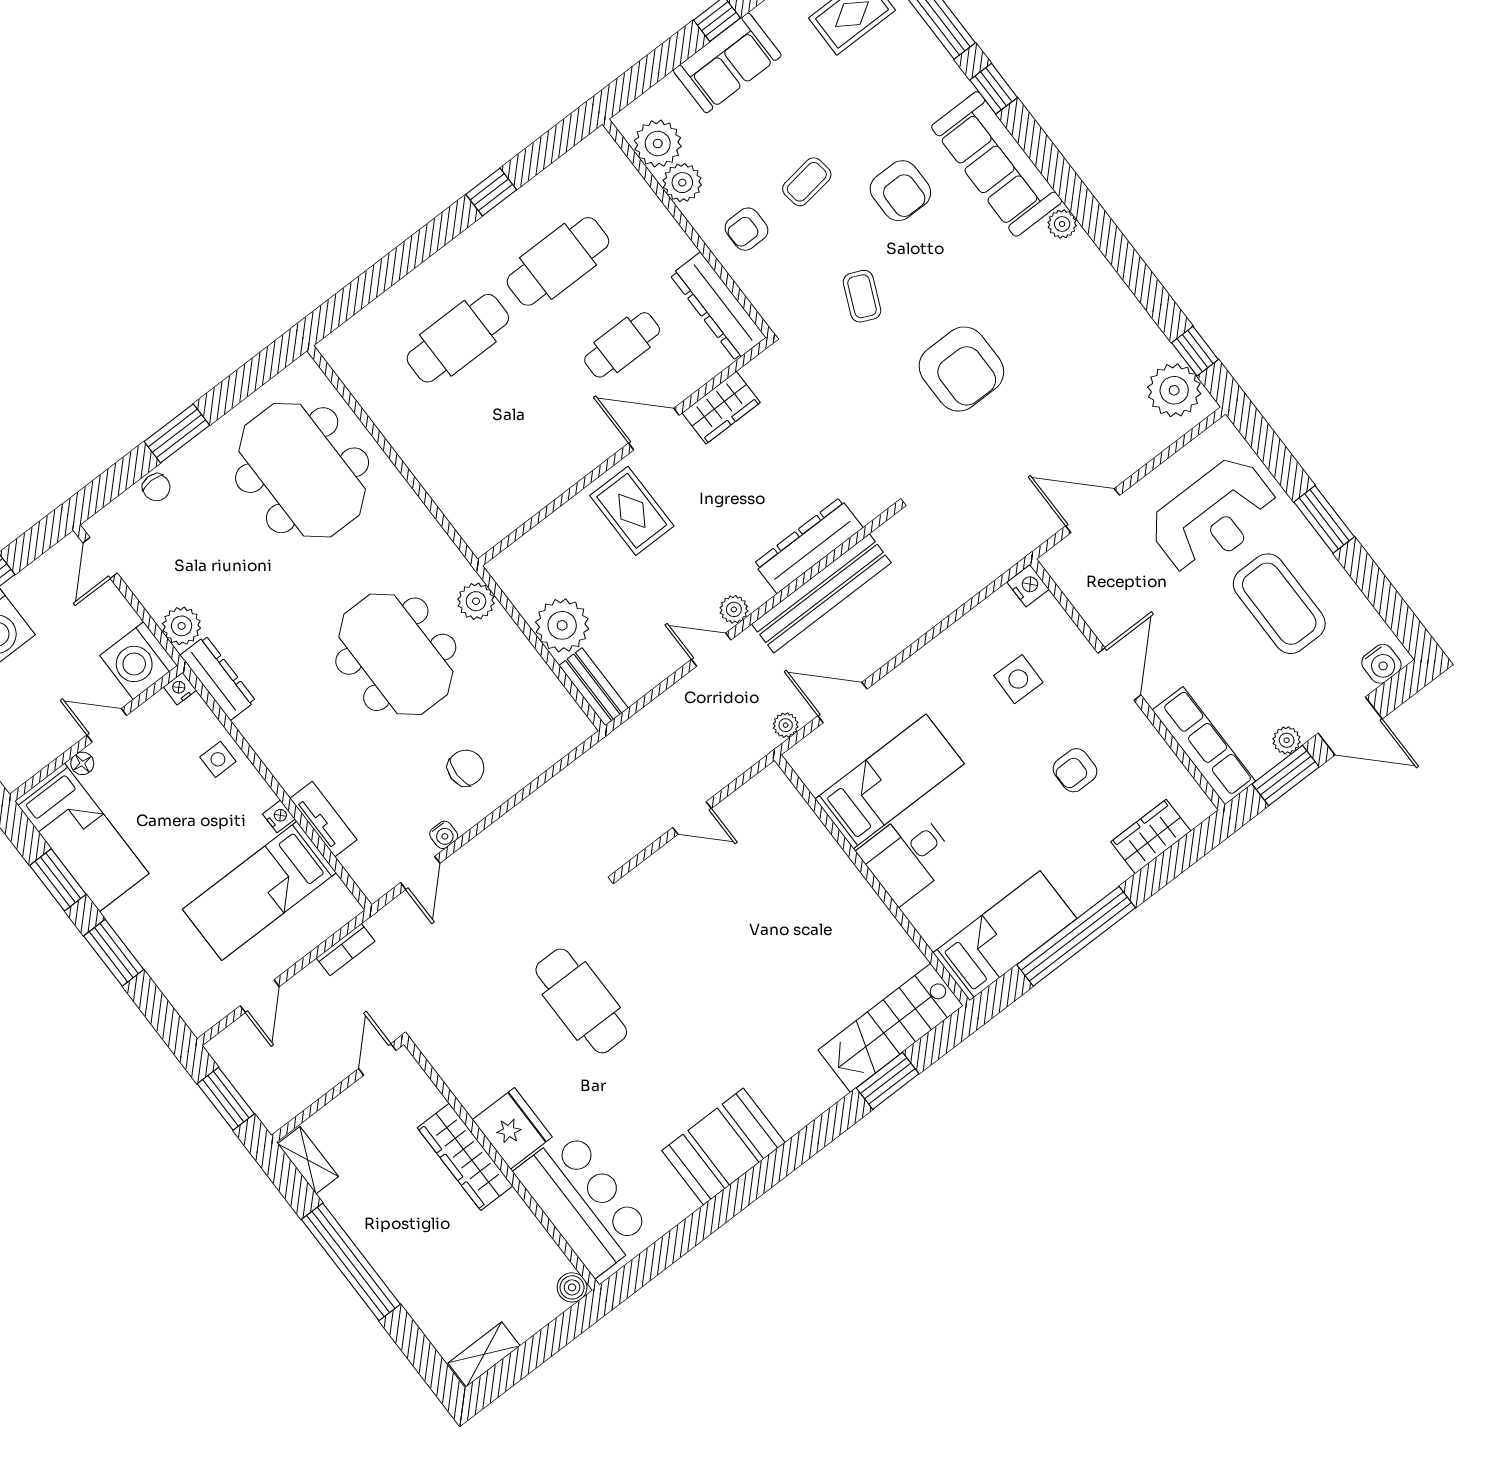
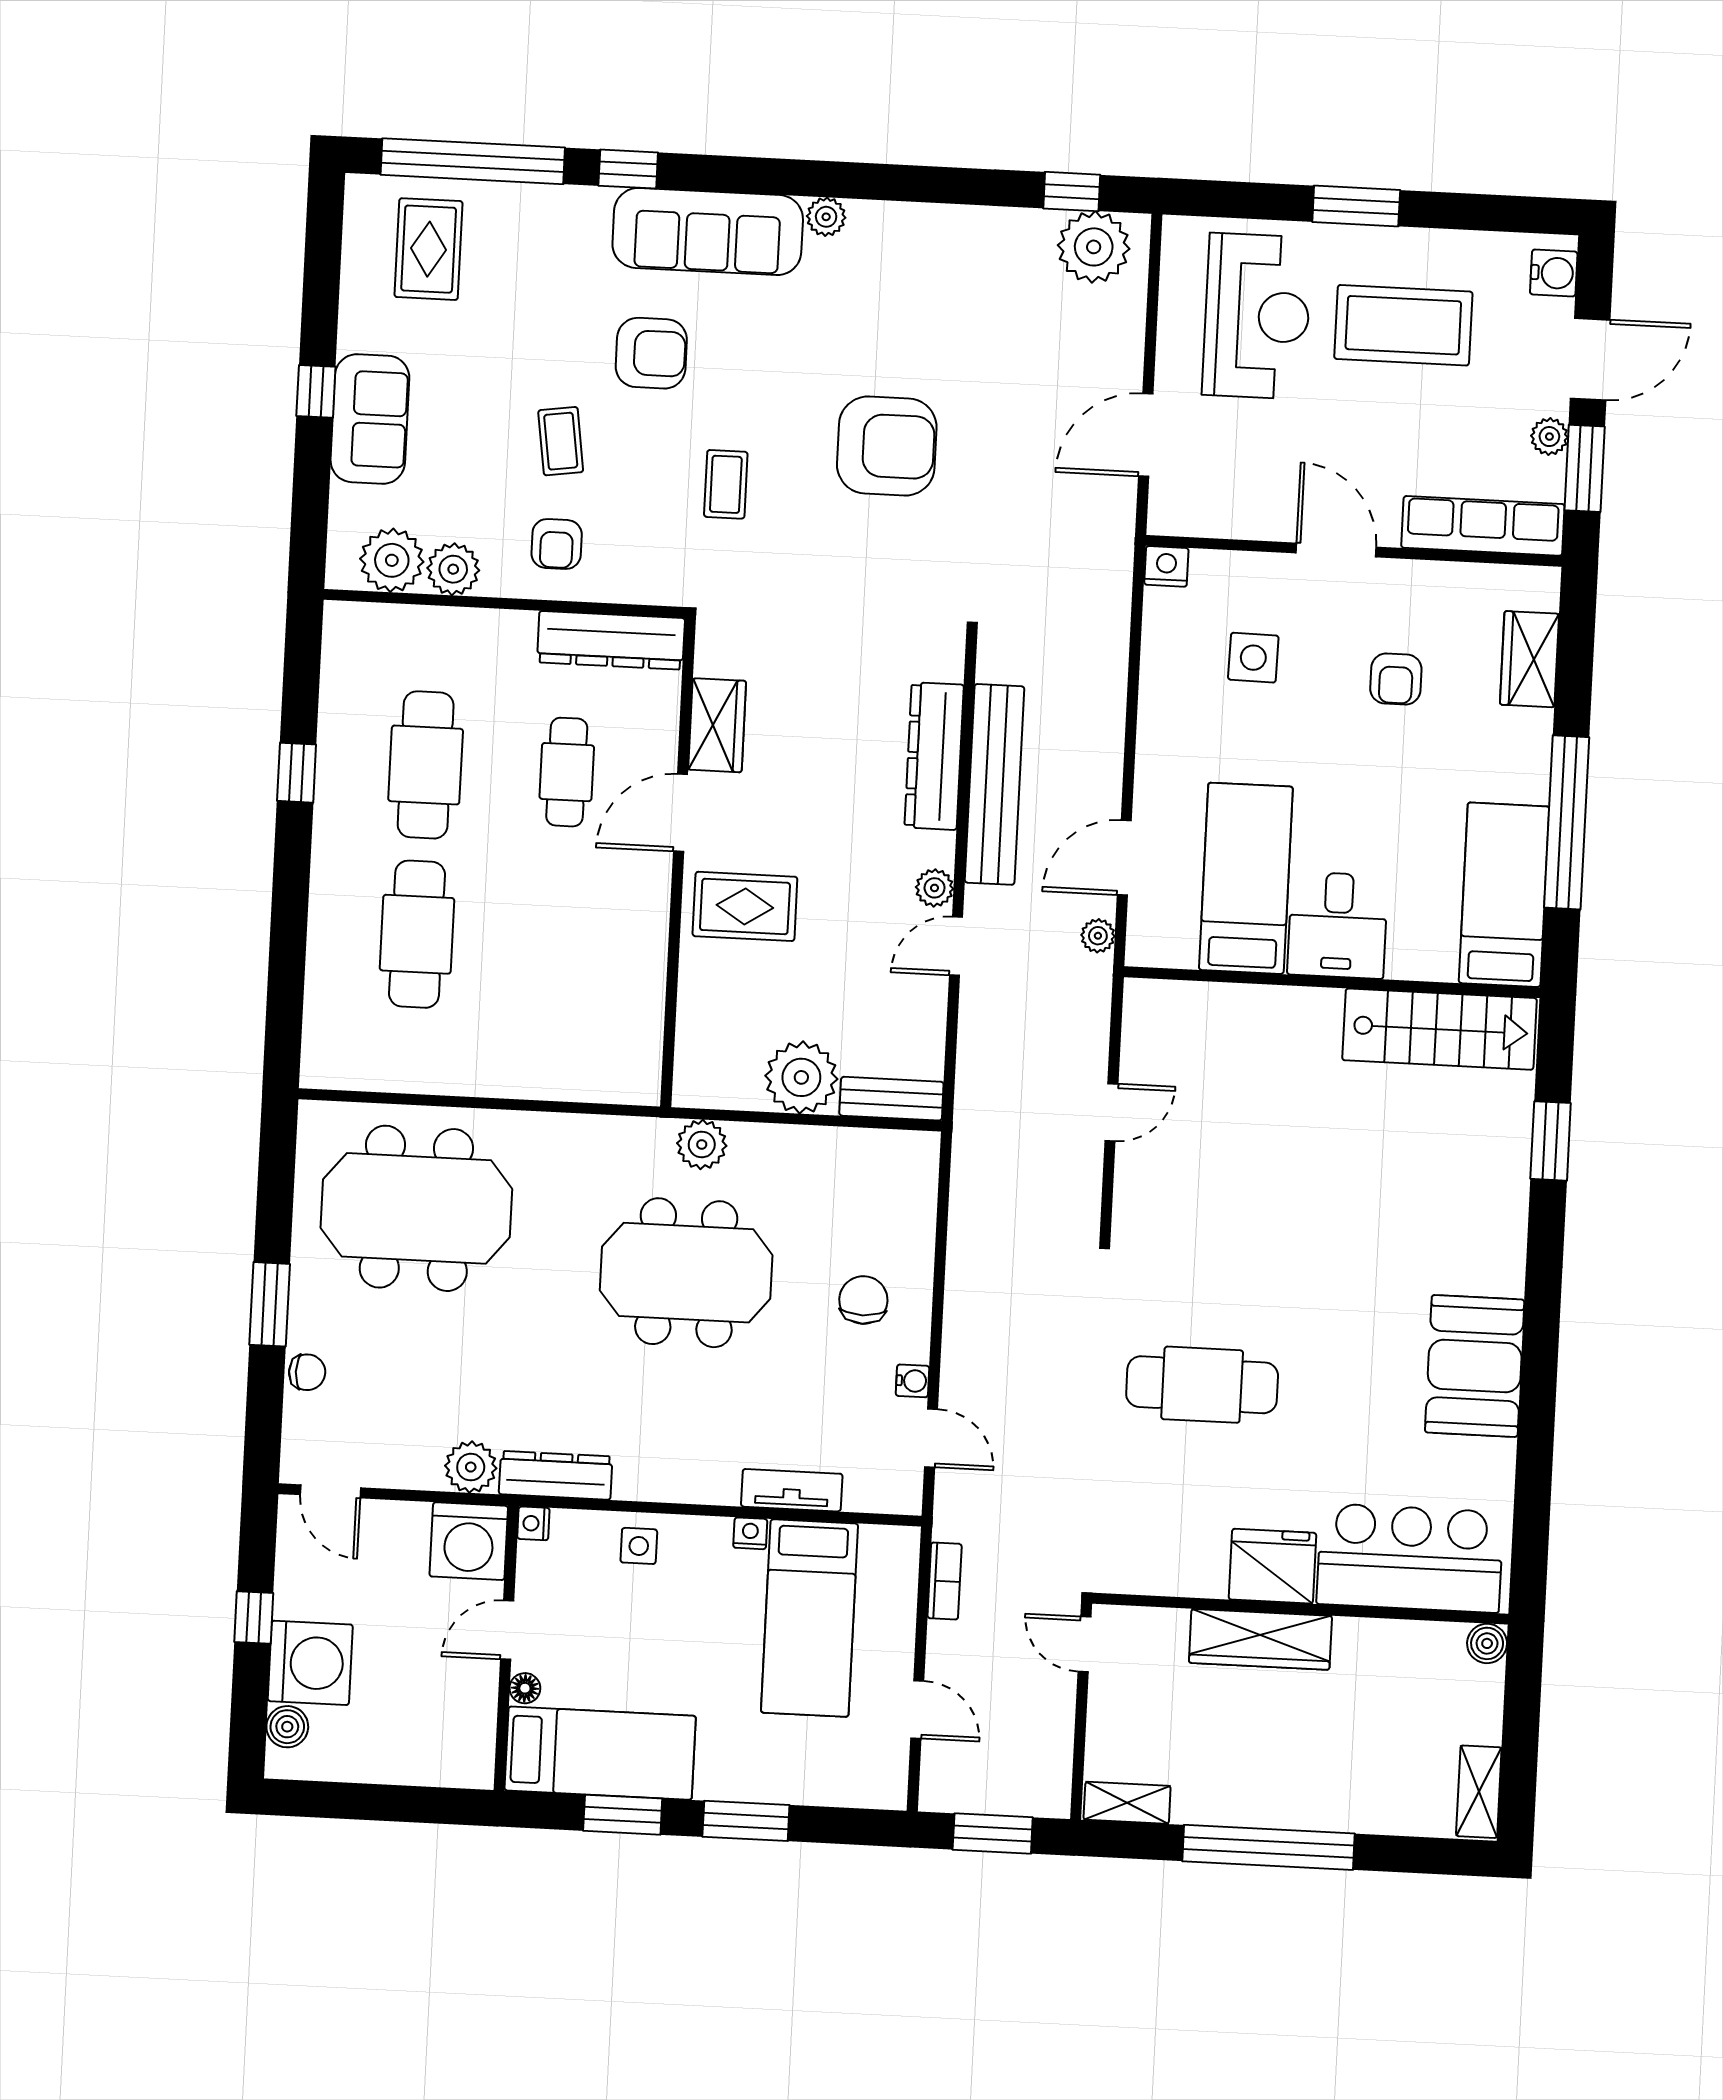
coffee table: (862, 296) -> (726, 484), turned 66
stairs: (891, 1028) -> (1440, 1029), moved, turned -90

